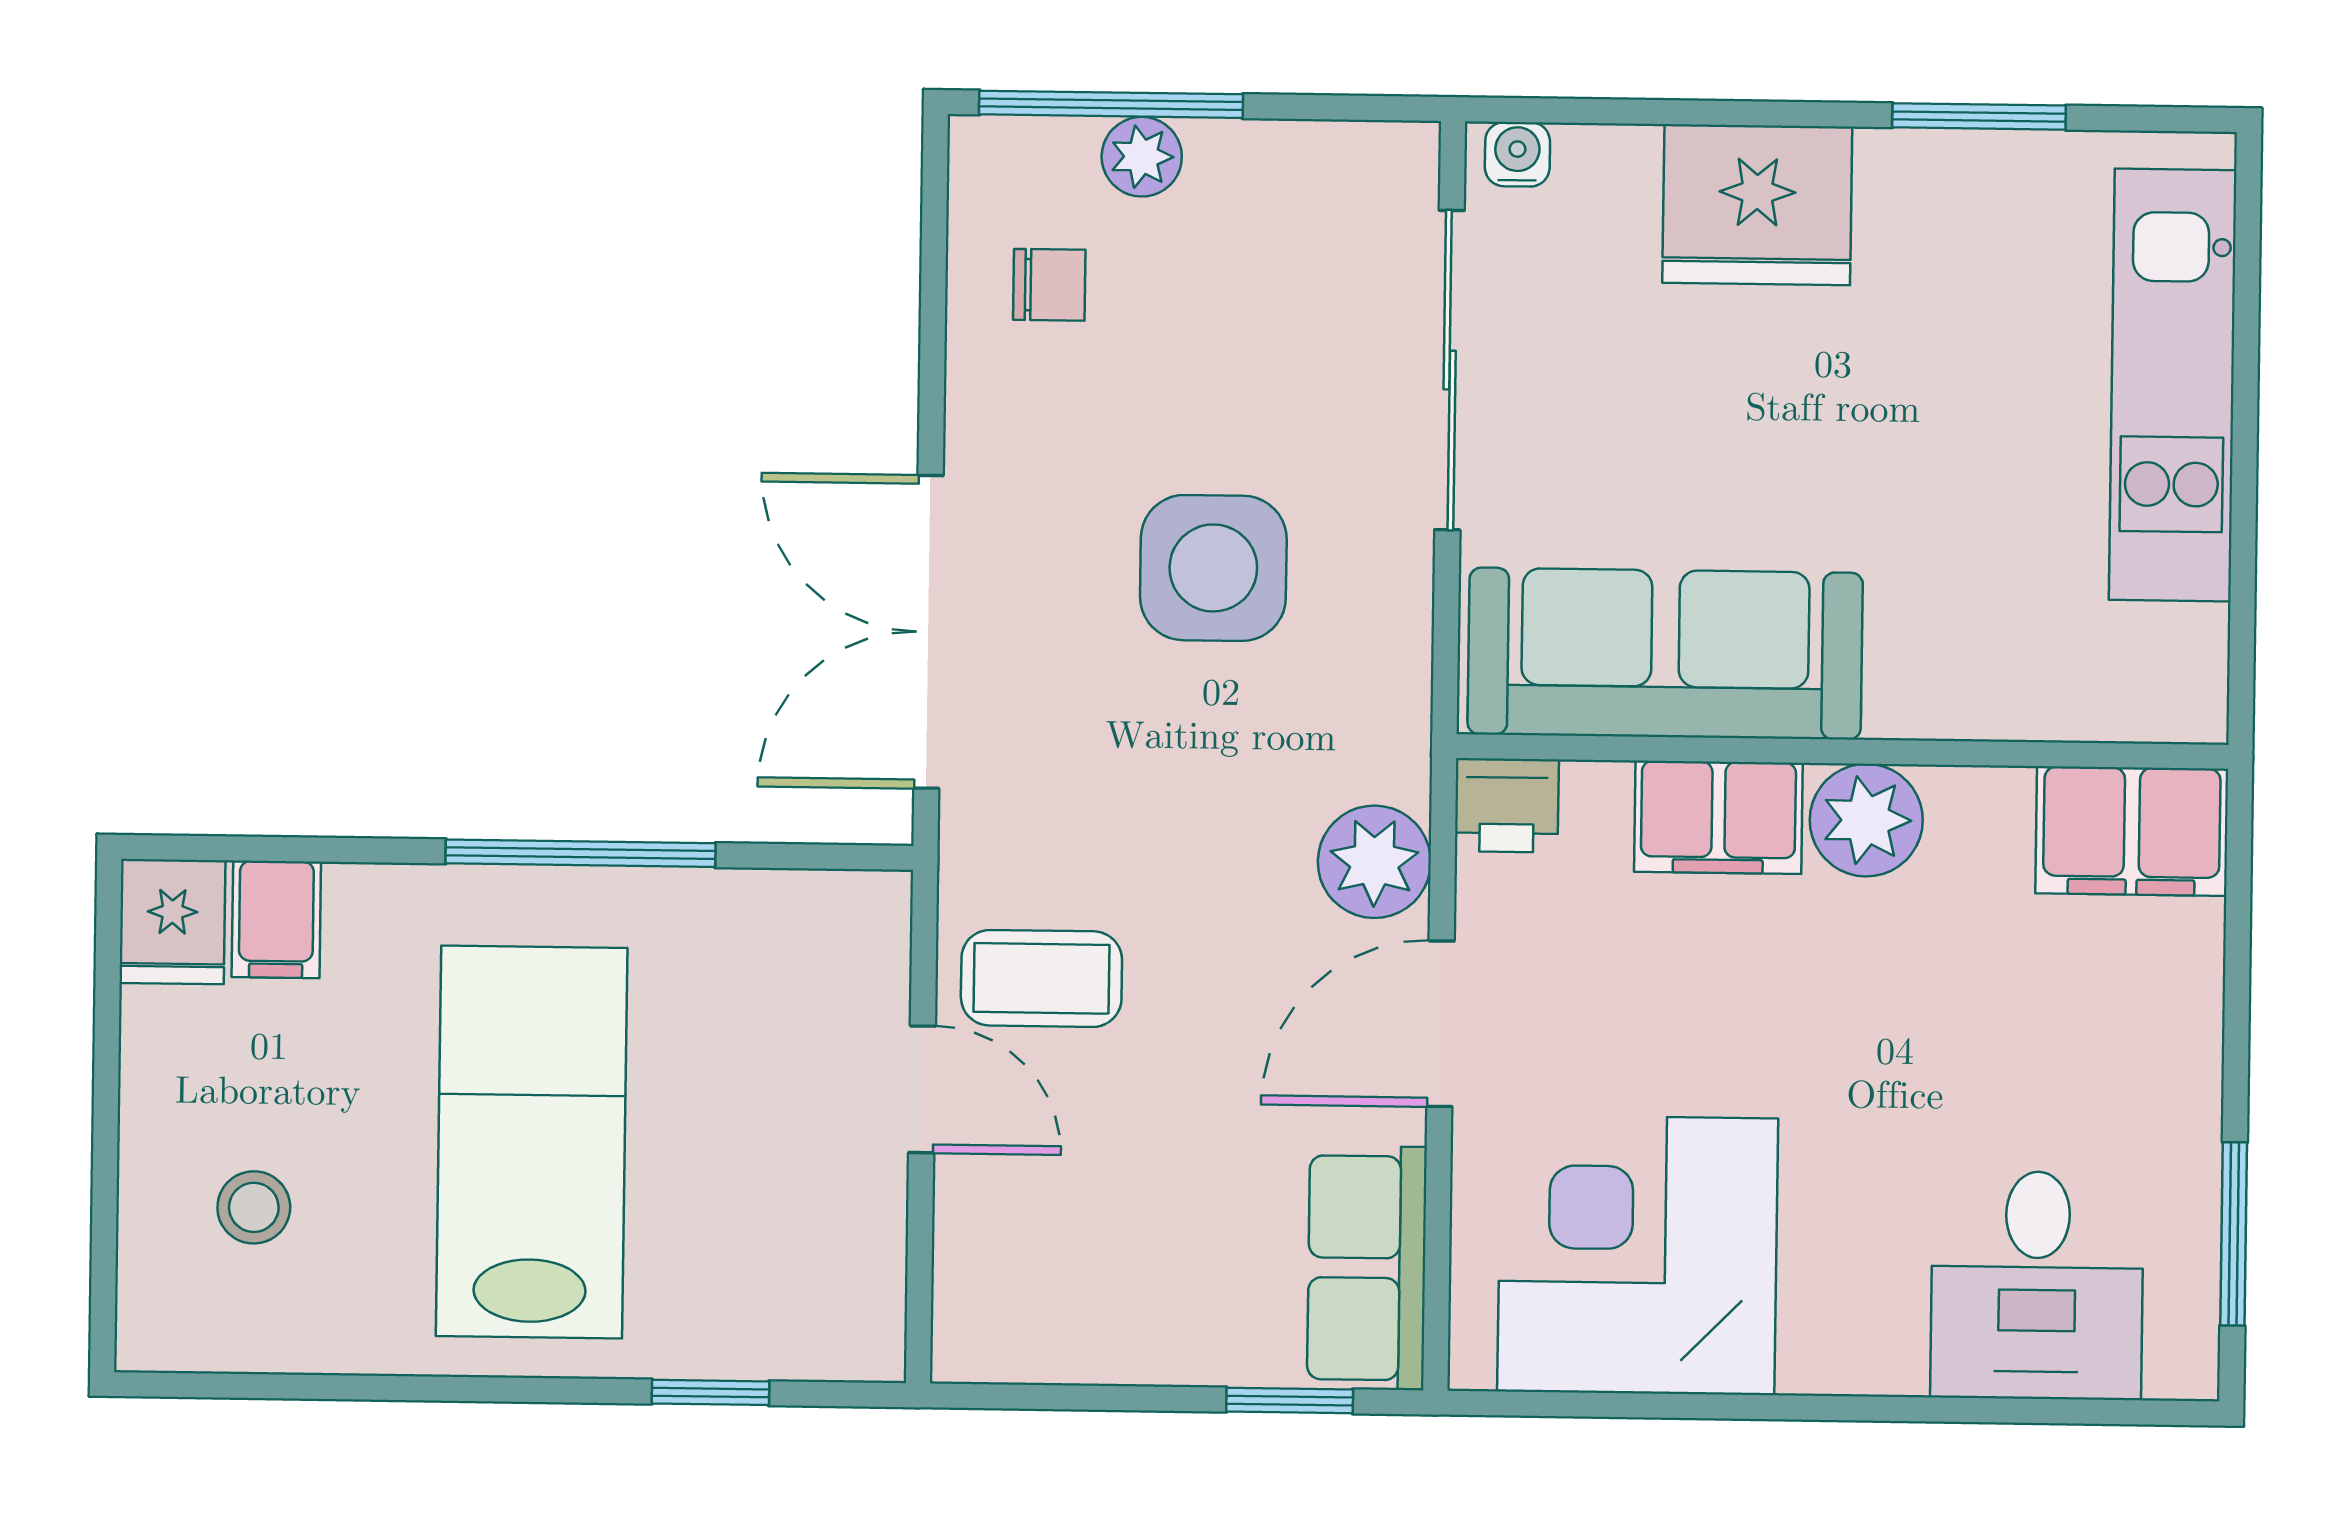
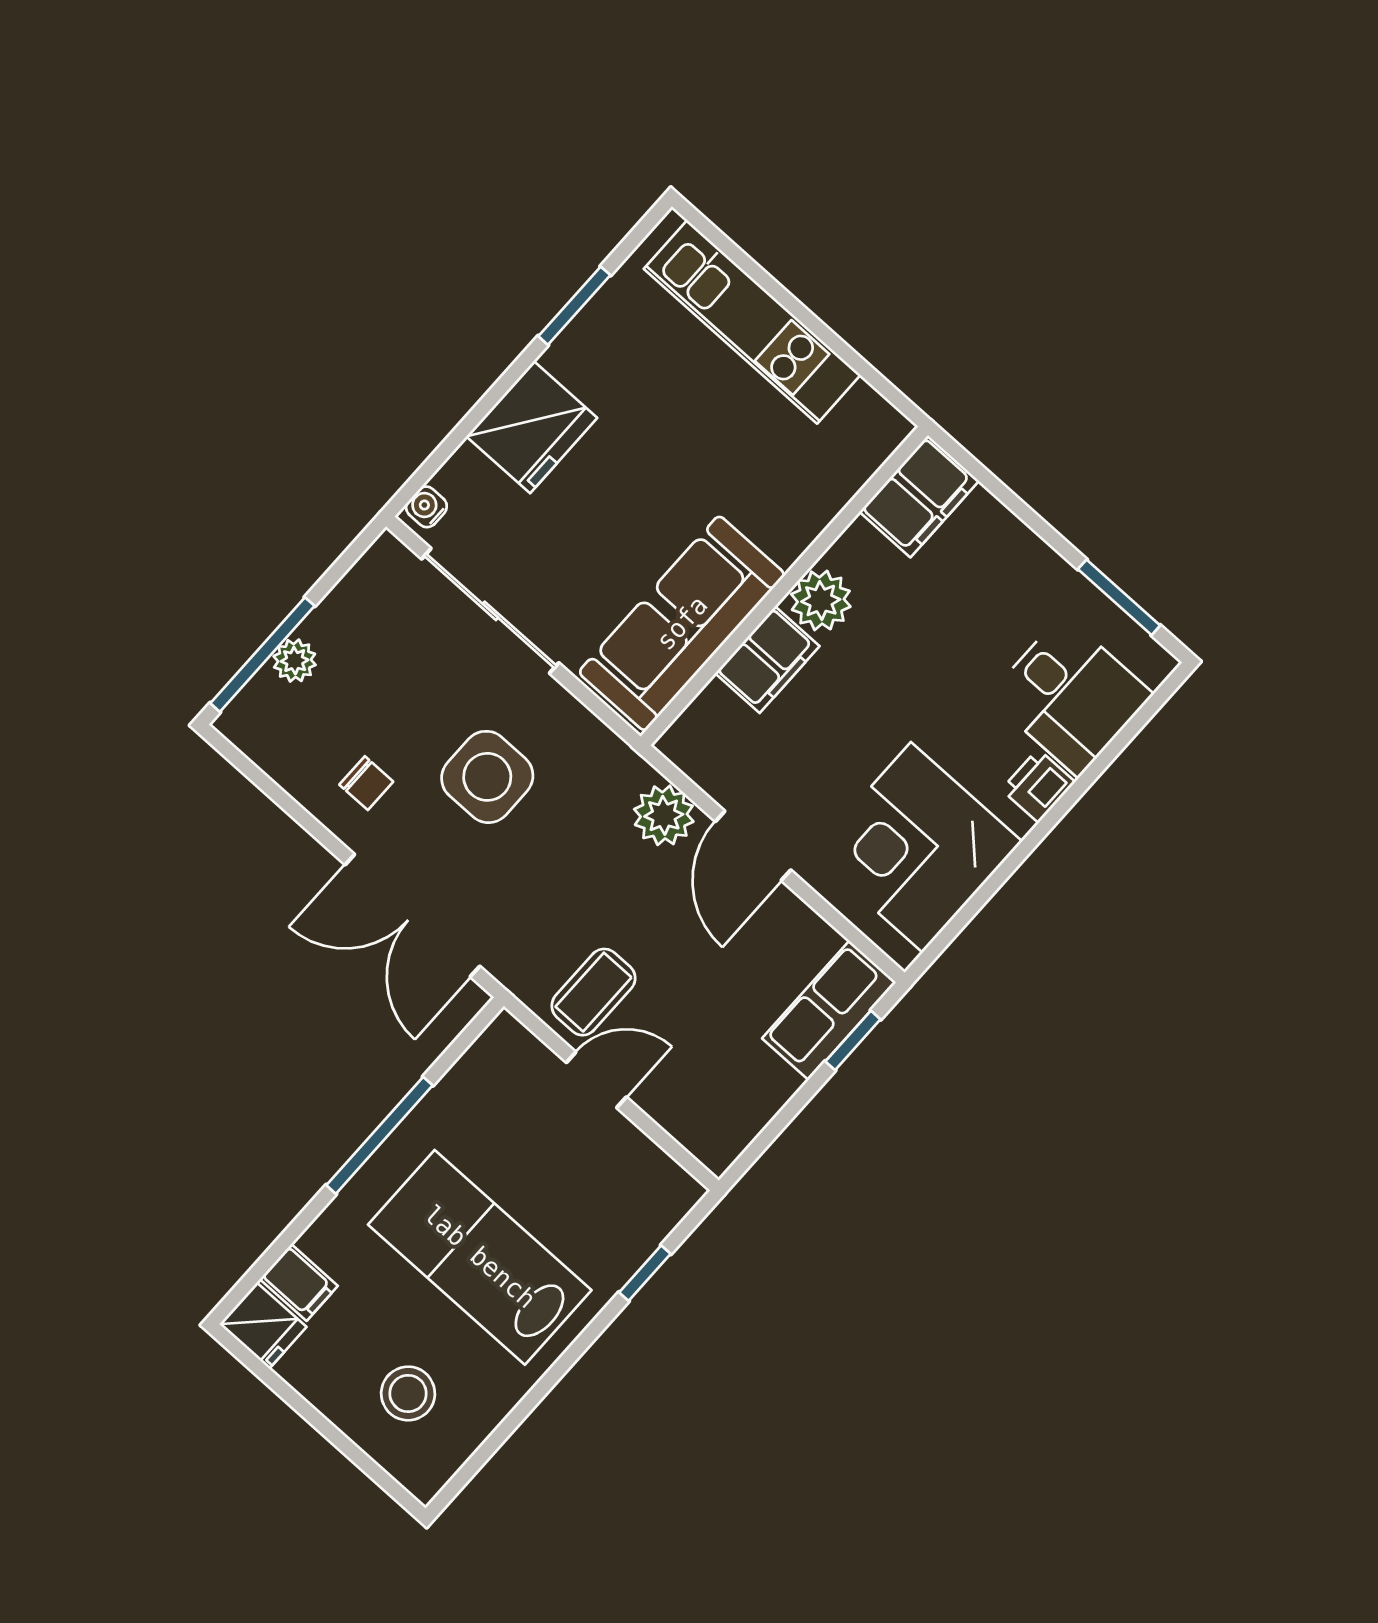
chair: (1049, 285) -> (366, 783), moved, turned 90
printer: (1507, 805) -> (1038, 786), moved, turned 180
stool: (254, 1207) -> (408, 1393), width x1.37, depth x1.37
row of seats: (1367, 1268) -> (829, 1010), moved, turned 90

